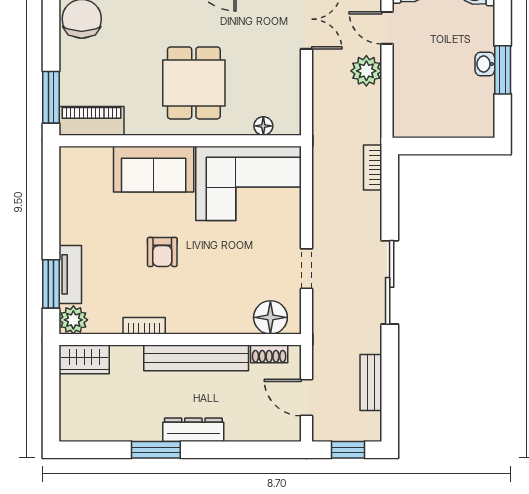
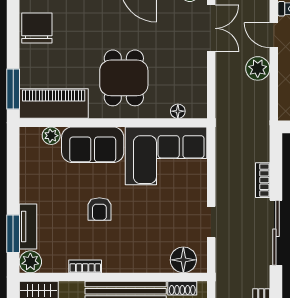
piano: (92, 121) -> (54, 104), width x1.37, depth x1.33
plant: (100, 157) -> (51, 136), added
bookcase: (373, 167) -> (263, 180), moved

